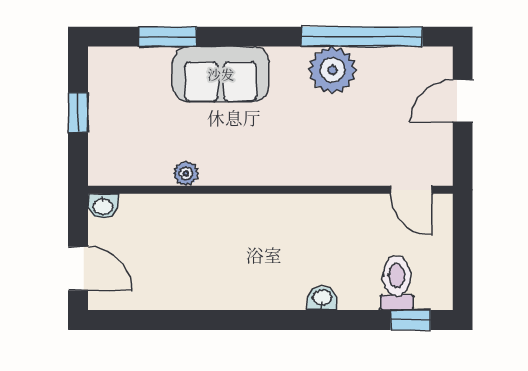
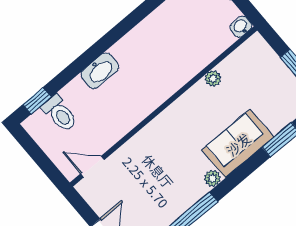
plant: (332, 70) -> (212, 178), moved, width x0.53, depth x0.53
washbasin: (322, 298) -> (100, 71), width x1.91, depth x1.45

